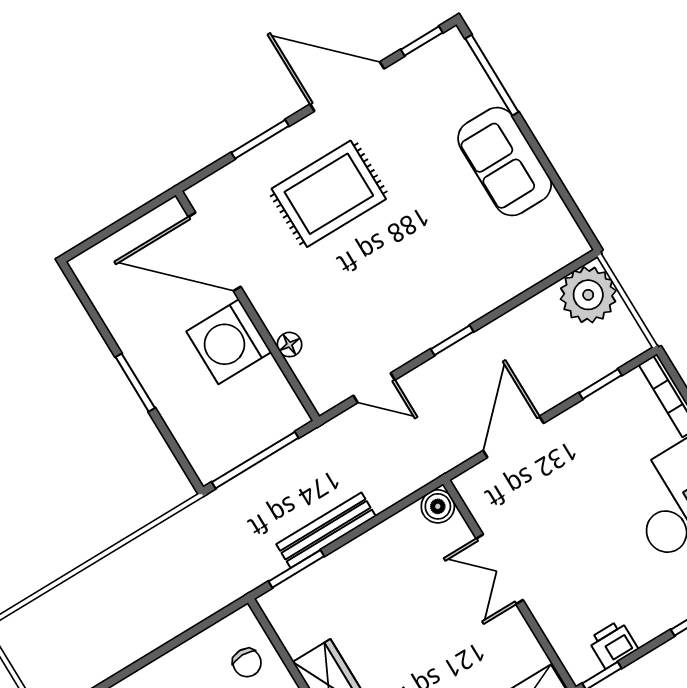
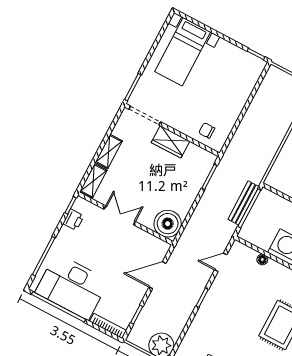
door: (513, 437) -> (157, 275), swing flipped
boiler: (438, 506) -> (168, 224), width x1.86, depth x1.86
bench: (326, 530) -> (243, 203), moved
double door: (500, 569) -> (120, 215), moved

